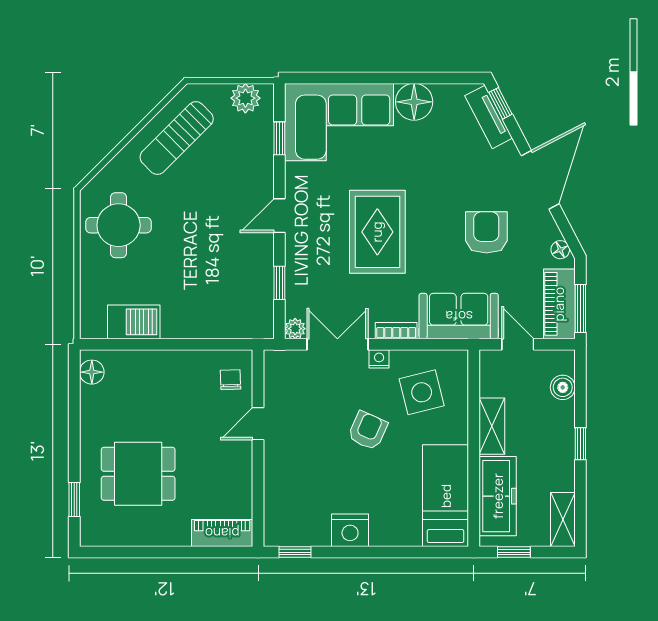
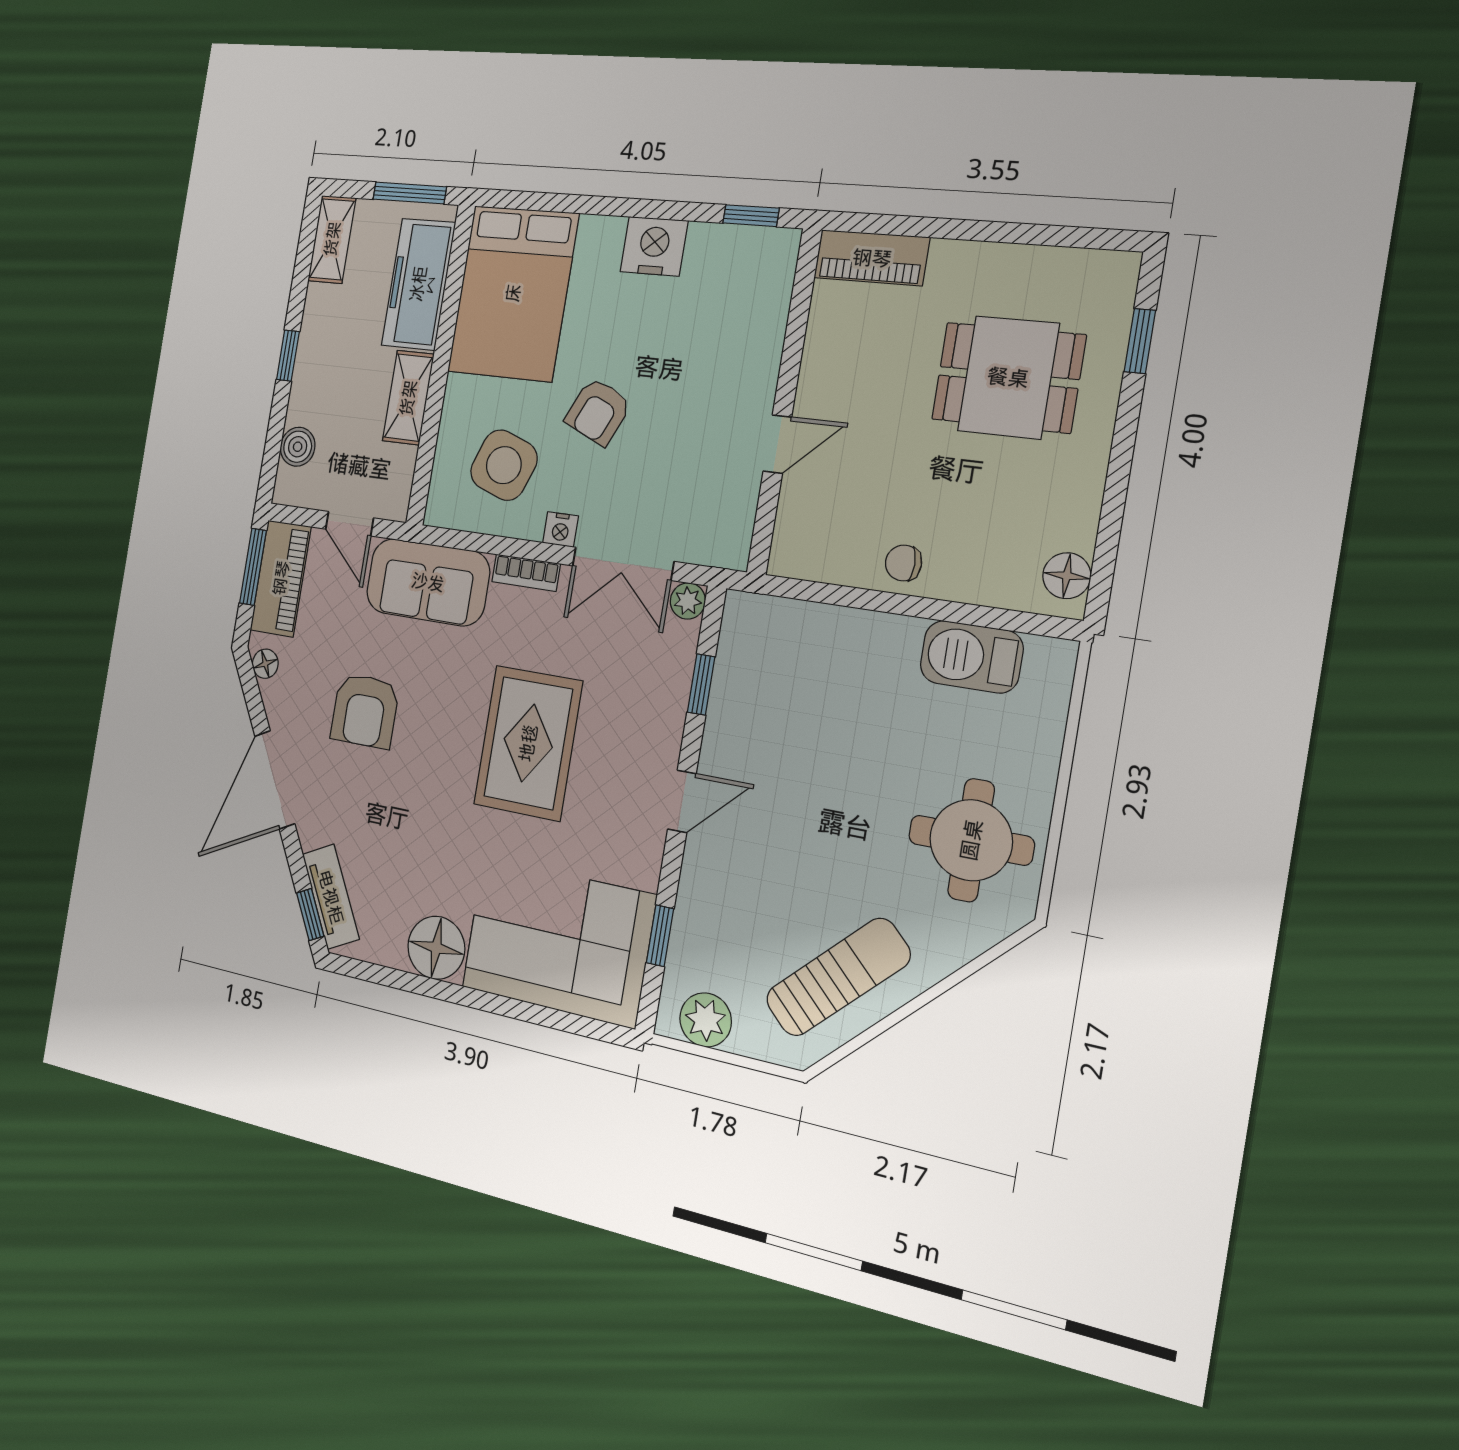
chair: (231, 380) -> (904, 563), moved, turned 92
side table: (422, 392) -> (504, 465), turned 34
bed: (446, 496) -> (513, 293), width x1.50
window: (514, 552) -> (410, 193), width x1.50

